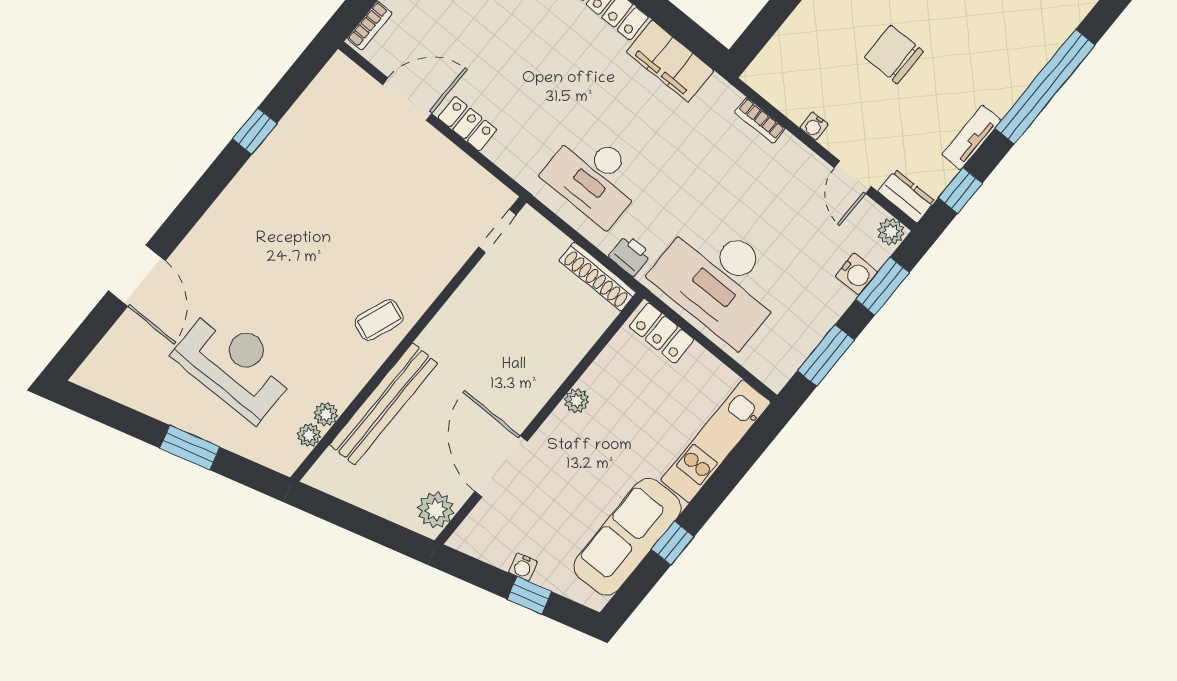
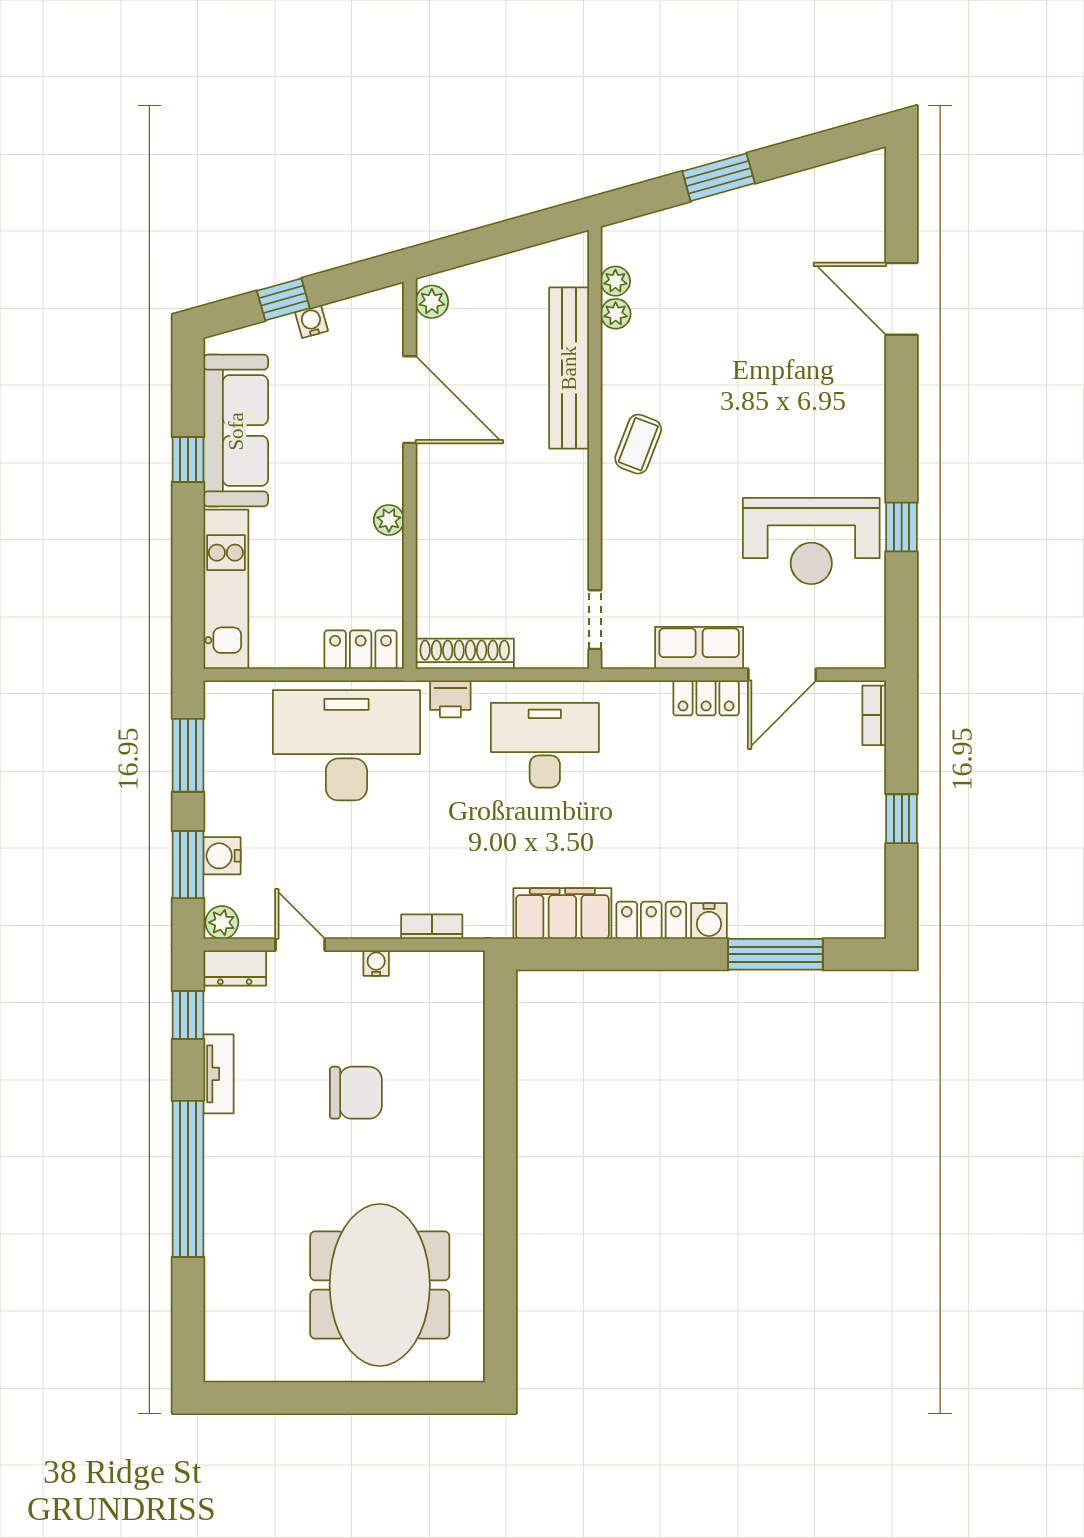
row of seats: (446, 159) -> (699, 648), added
reception desk: (235, 364) -> (811, 541), moved
plant: (436, 510) -> (432, 302), width x0.73, depth x0.73

